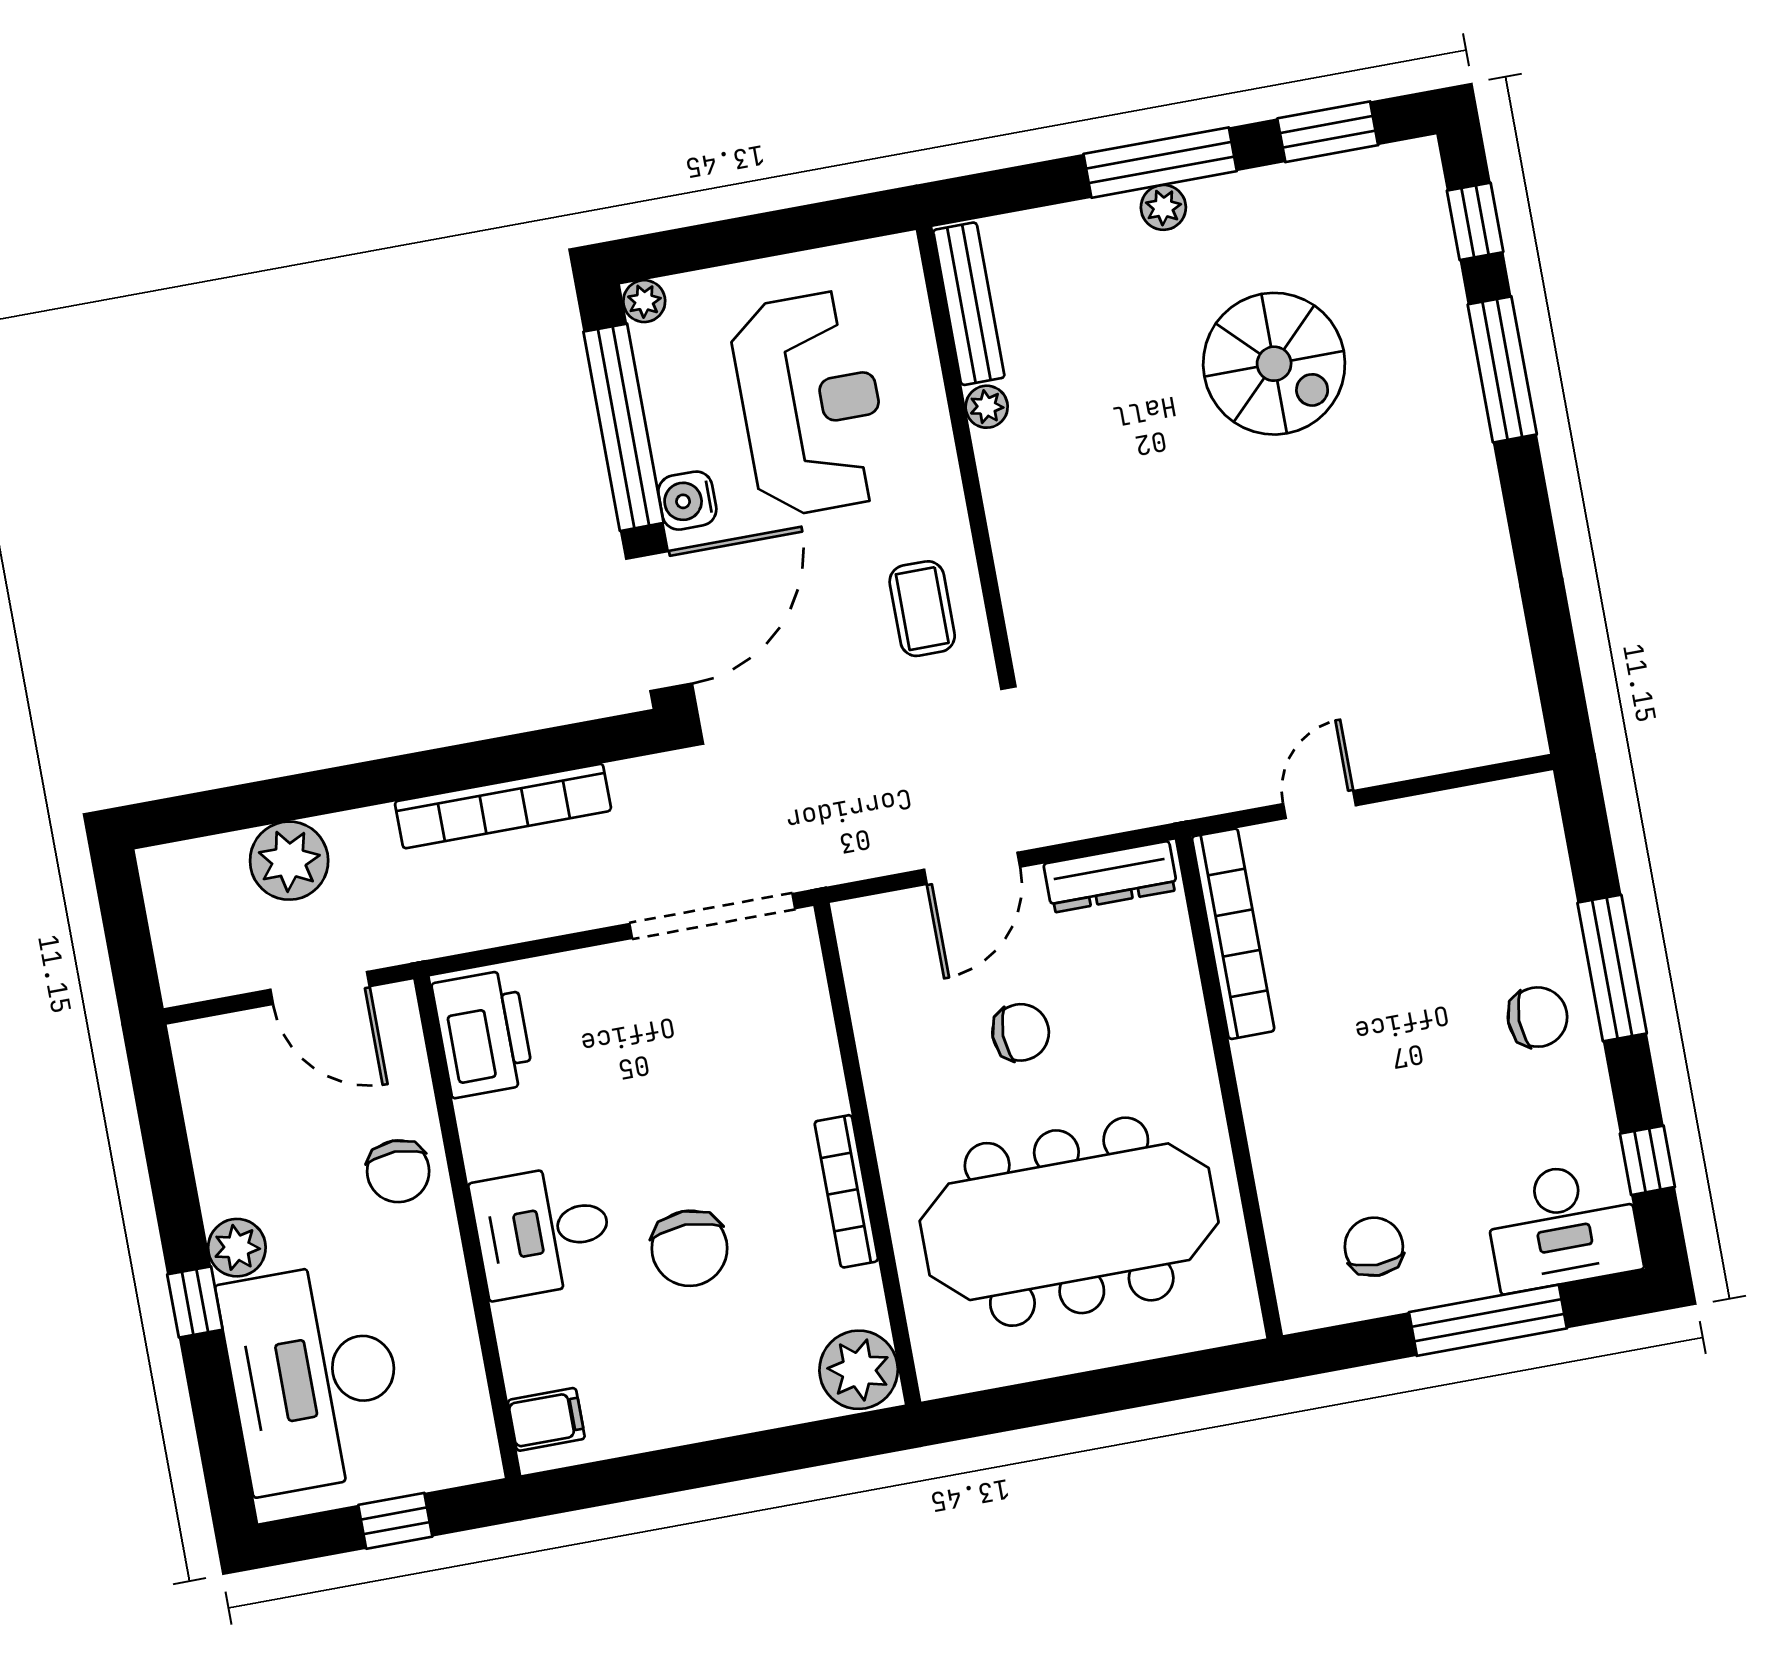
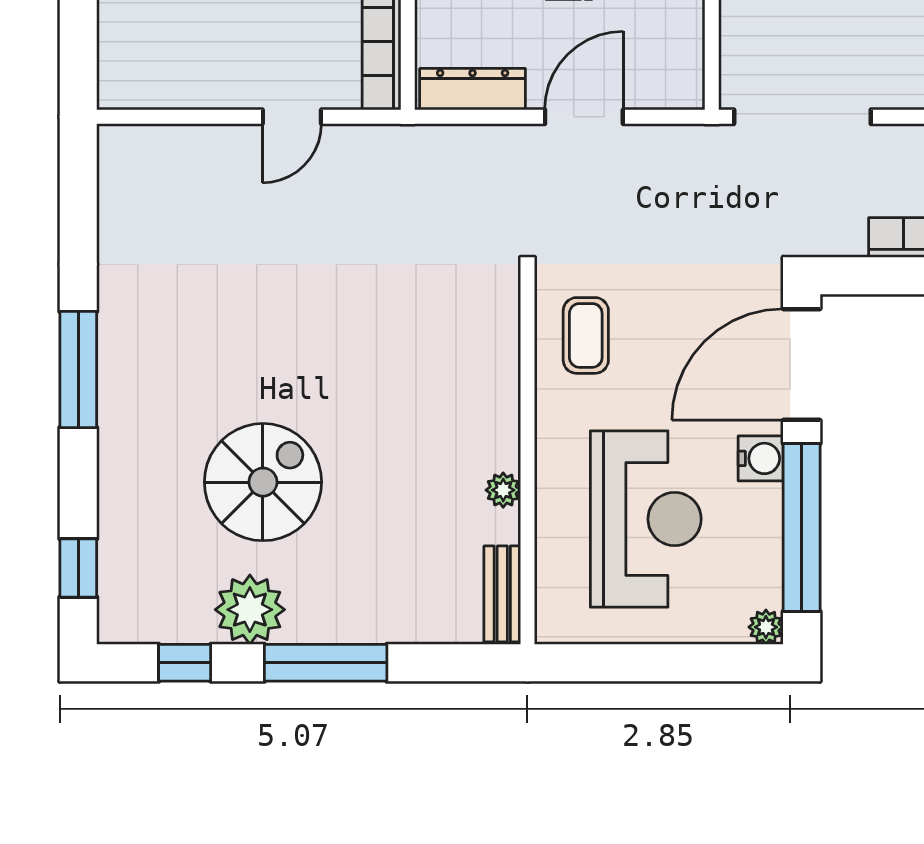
window: (1328, 132) -> (185, 663), width x0.67
plant: (1163, 207) -> (250, 610), moved, width x1.87, depth x1.87
bench: (969, 304) -> (502, 594), width x0.73
spiral stairs: (1274, 364) -> (263, 482), turned 90
window: (1502, 369) -> (78, 370), moved
reception desk: (811, 403) -> (646, 519), turned 180

